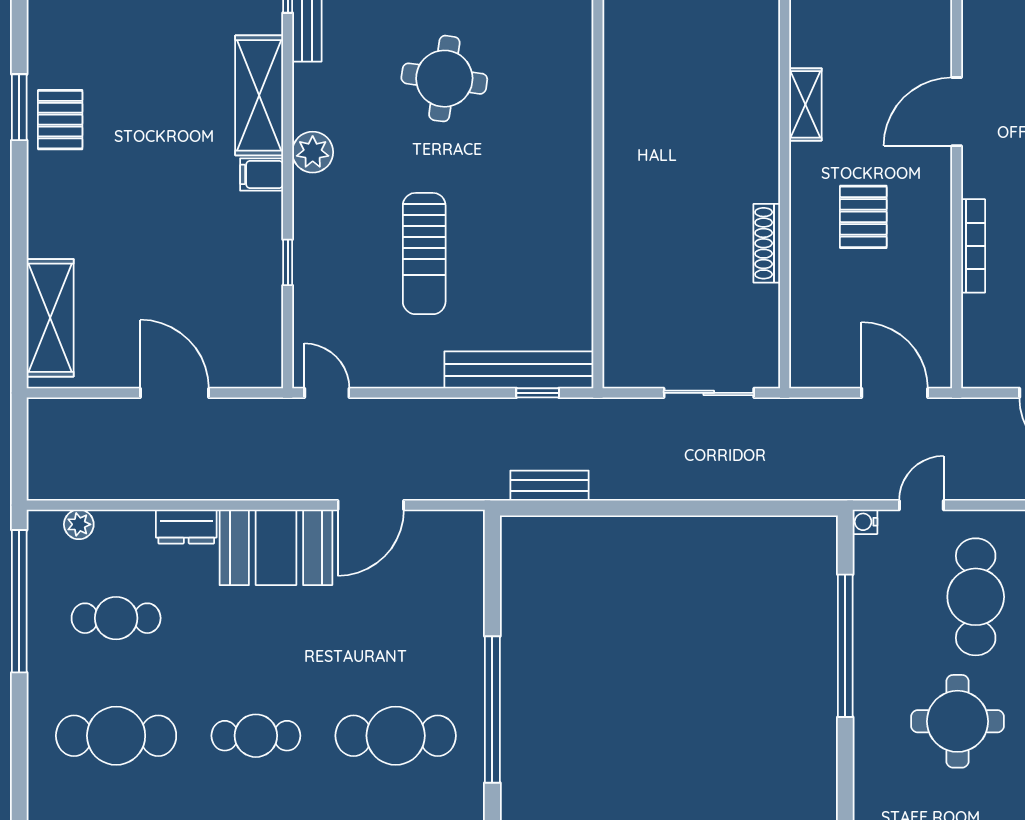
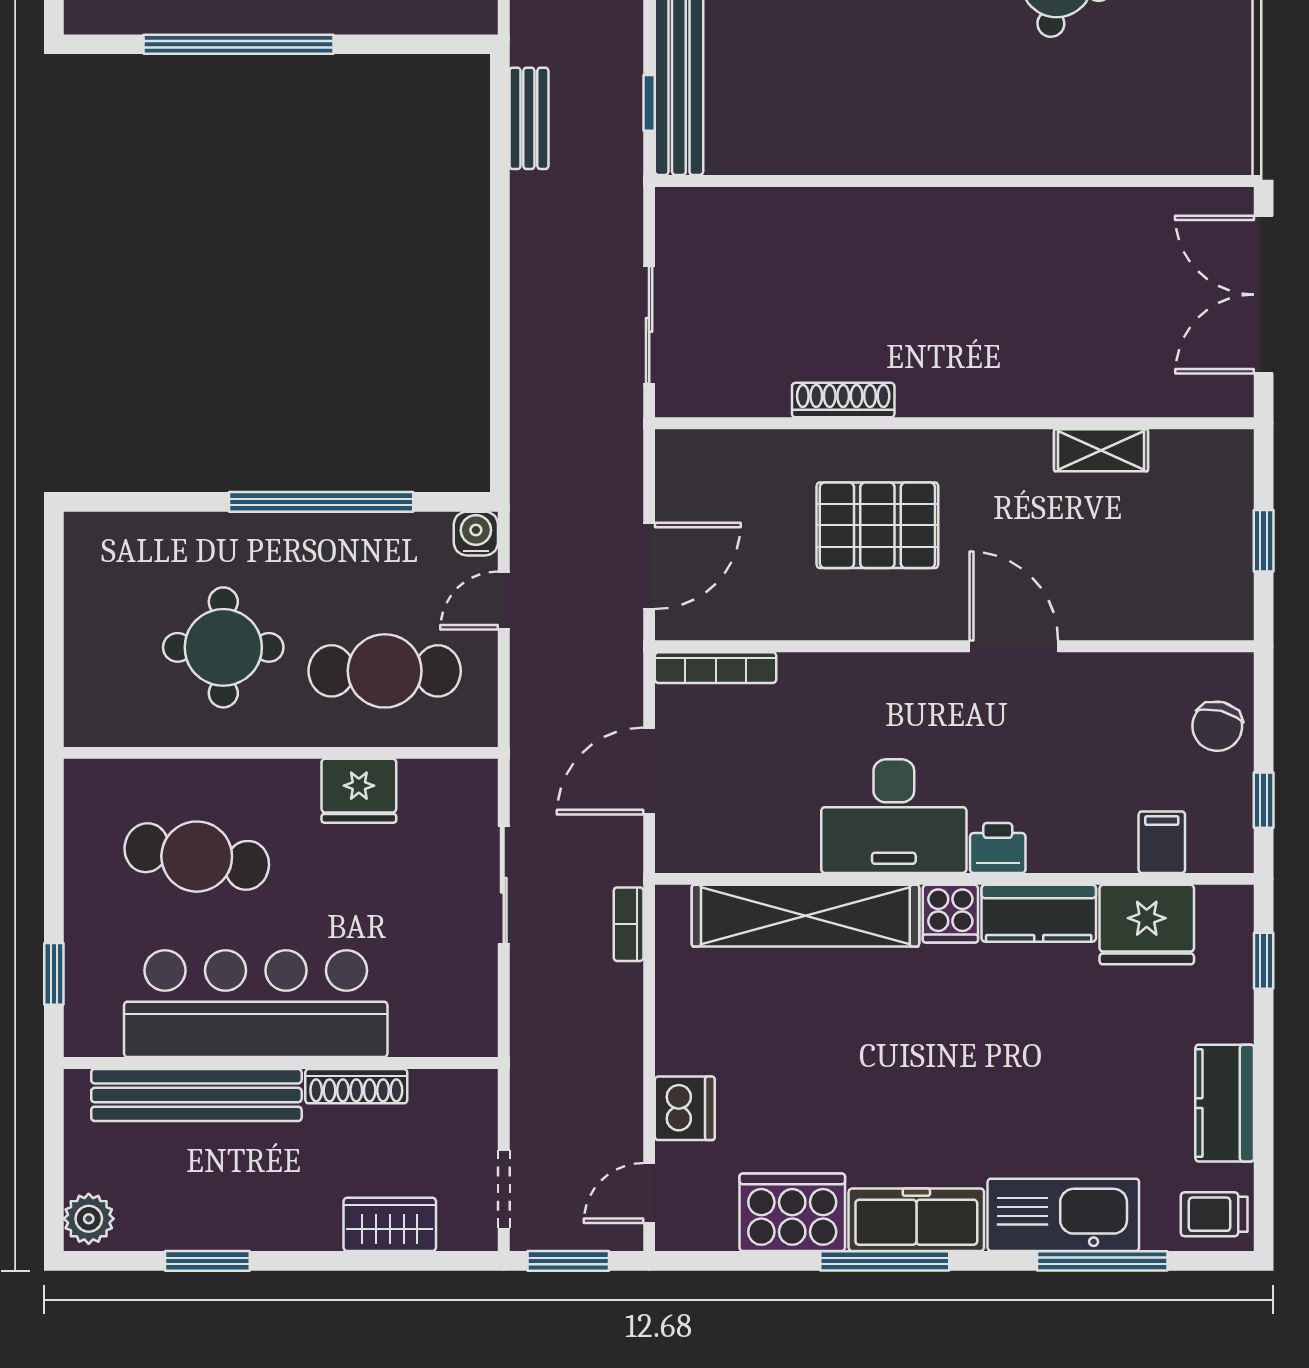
shelving: (805, 104) -> (1101, 450), moved
pallet: (863, 217) -> (877, 525), width x1.50, depth x1.42
bookcase: (973, 246) -> (716, 668), moved
door: (921, 505) -> (504, 600), swing flipped
water cooler: (865, 522) -> (476, 534), width x1.38, depth x1.38

